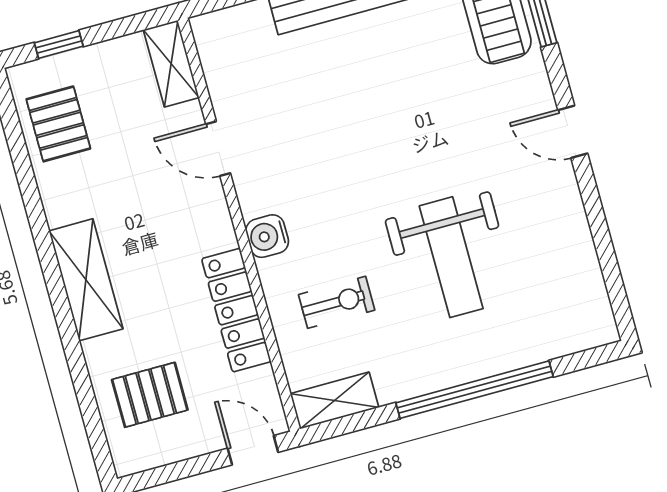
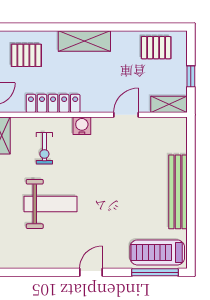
window: (59, 44) -> (191, 76), moved
weight bench: (451, 257) -> (51, 204), turned 180
pallet: (150, 395) -> (26, 55), turned 90

